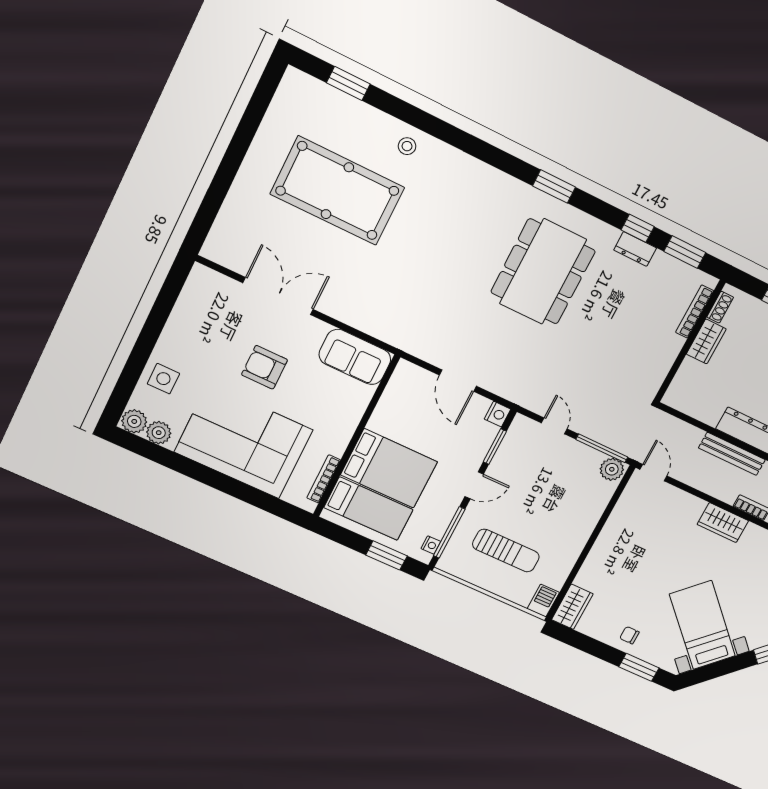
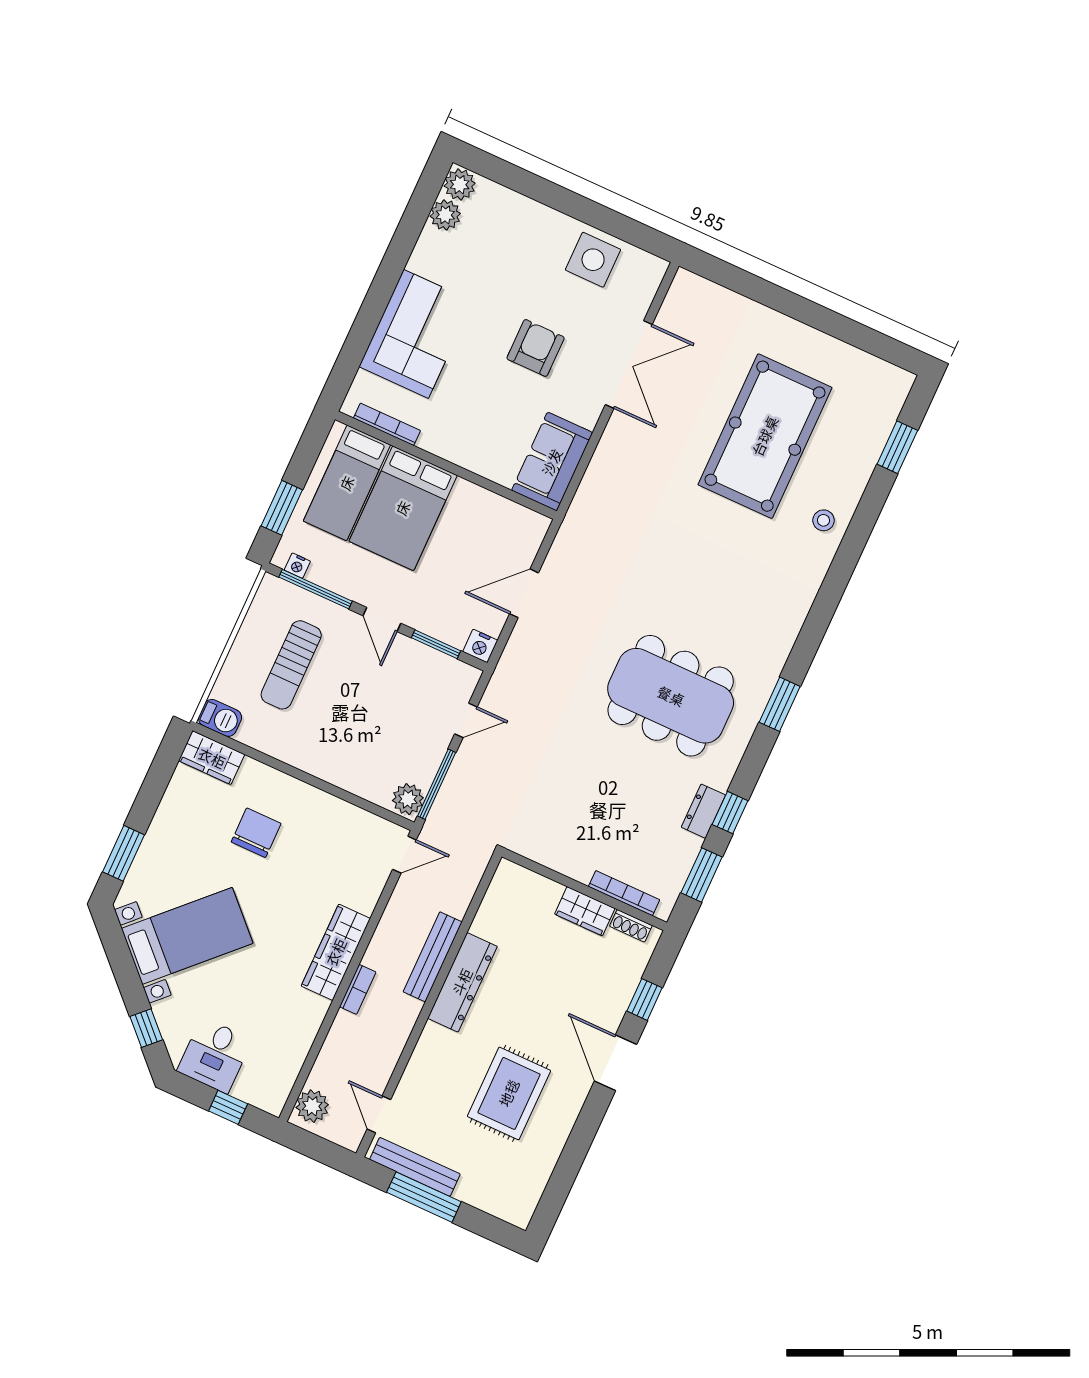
side table: (163, 379) -> (593, 260), moved, width x1.37, depth x1.37
corner sofa: (244, 441) -> (416, 334), width x0.73, depth x0.74
wardrobe: (723, 523) -> (336, 952), width x1.50
chair: (629, 635) -> (256, 833), moved, width x1.87, depth x1.87

